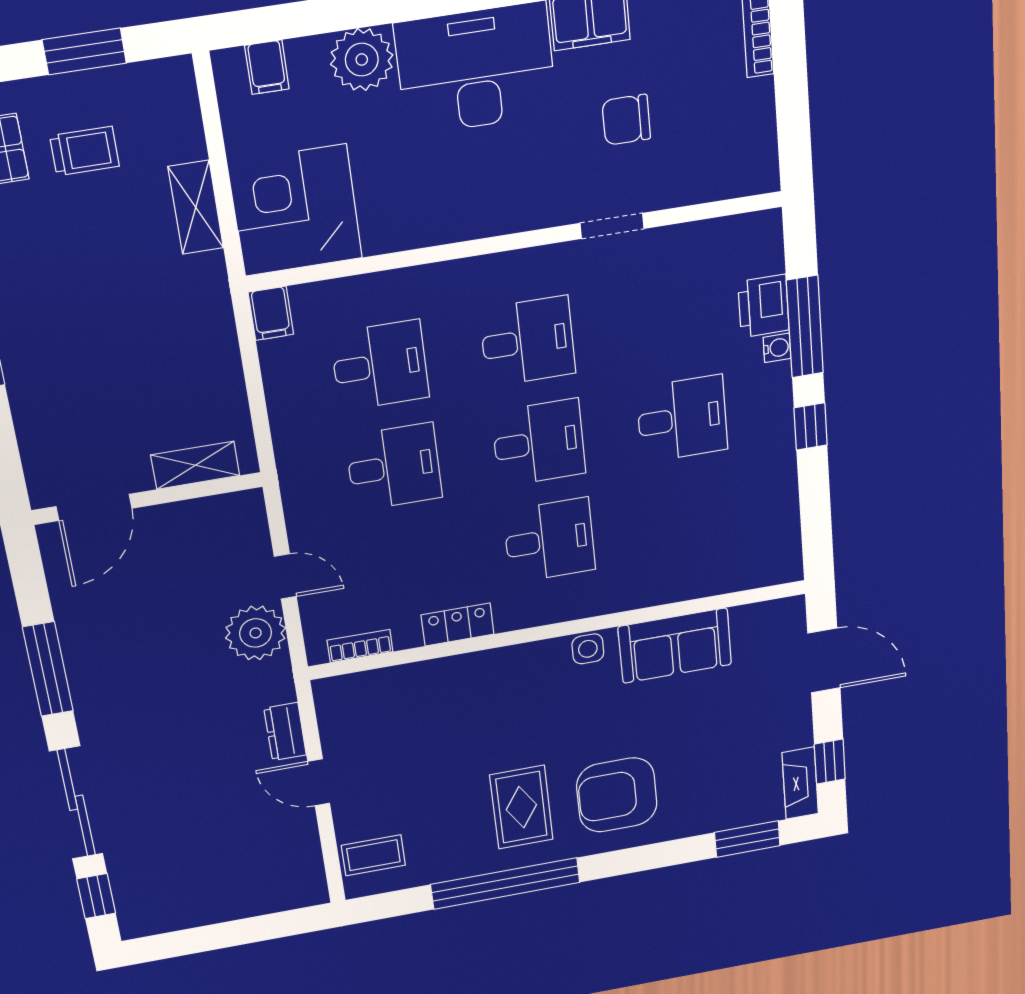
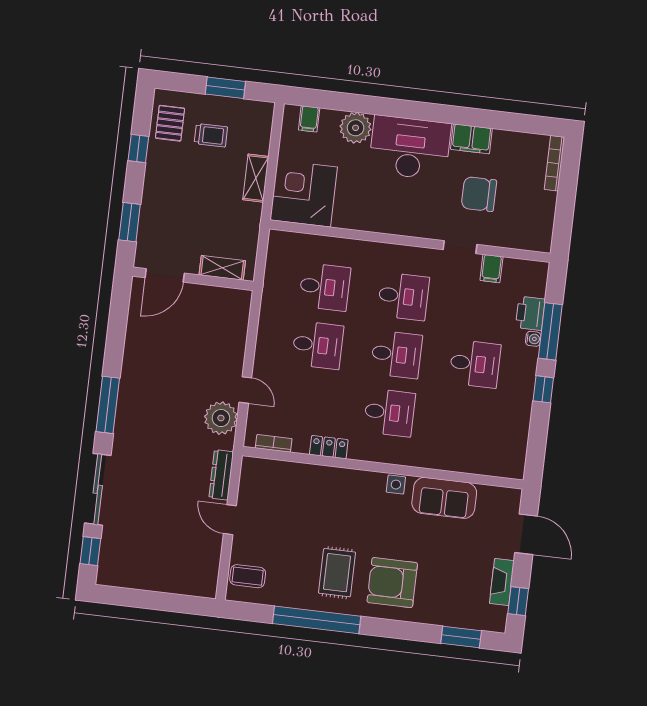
chair: (626, 120) -> (479, 194), width x1.37, depth x1.37
filing cabinet: (271, 313) -> (491, 269), moved
shelving: (195, 465) -> (222, 268), moved
wall: (148, 498) -> (193, 279), moved
door: (94, 507) -> (165, 275), moved
dresser: (285, 732) -> (221, 475), width x1.44
fireplace: (800, 783) -> (502, 582), moved

